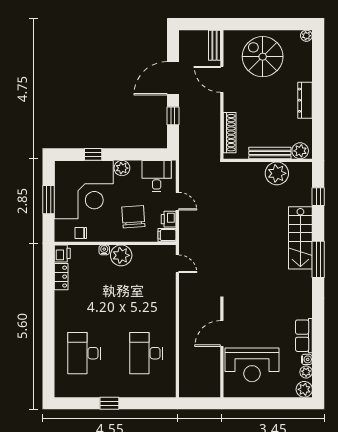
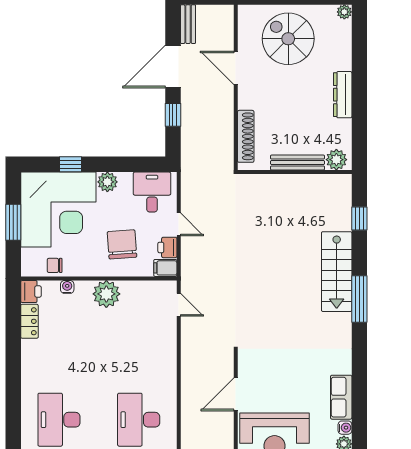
bench: (215, 45) -> (188, 24), moved
plant: (277, 173) -> (306, 189), removed
water cooler: (104, 250) -> (67, 287), moved

